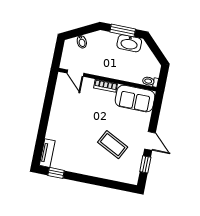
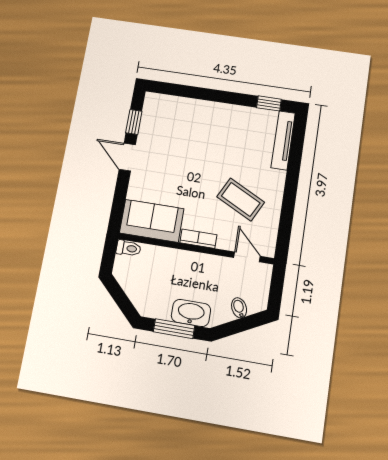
washbasin: (129, 43) -> (191, 313), moved
coffee table: (113, 145) -> (241, 199), moved
tv unit: (47, 153) -> (283, 140), width x1.41

